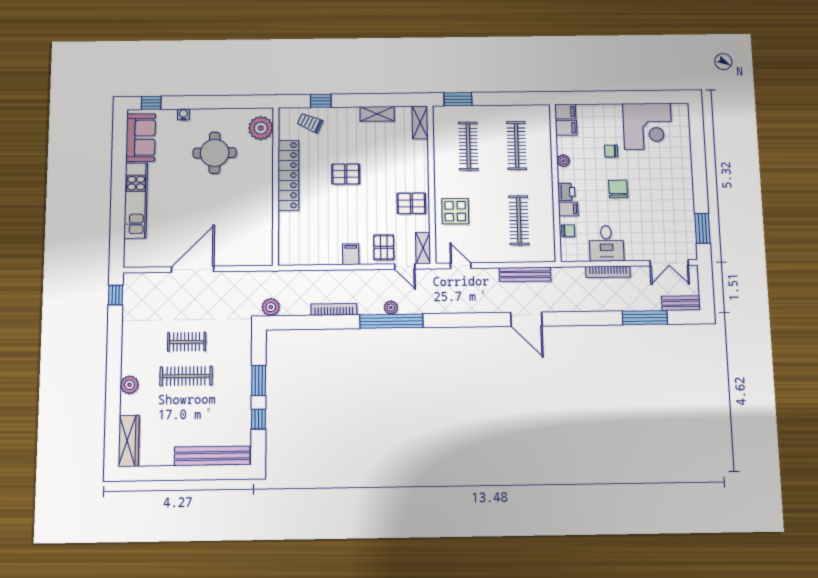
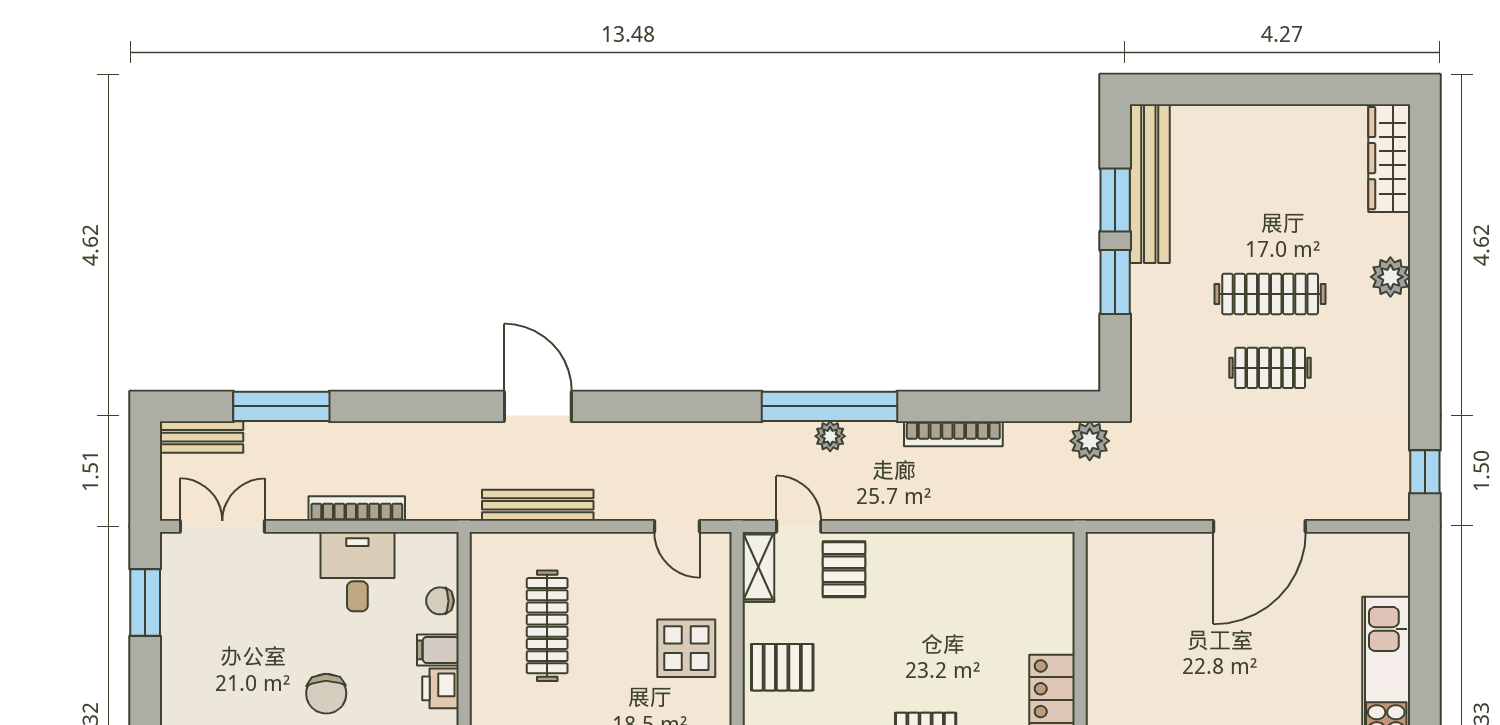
filing cabinet: (351, 254) -> (916, 555), removed
window: (258, 419) -> (1115, 200), width x1.50
bench: (212, 456) -> (1150, 184), moved, turned 90

